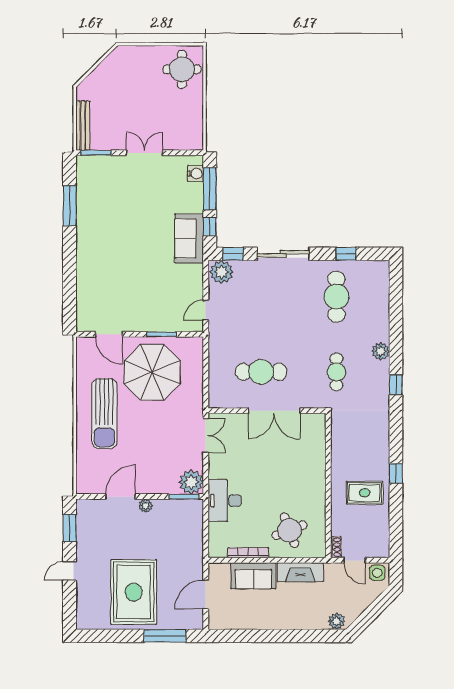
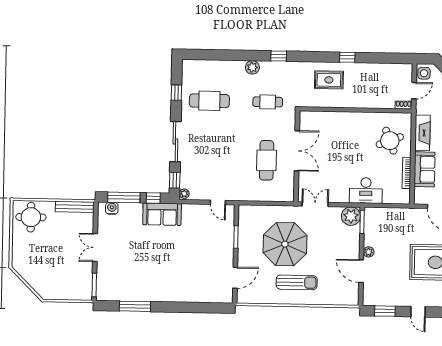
bench: (83, 126) -> (75, 207), moved
plant: (221, 272) -> (184, 194), width x0.53, depth x0.53
parasol: (152, 372) -> (285, 244), moved
sun lounger: (104, 414) -> (297, 282), width x0.73, depth x0.75
rug: (365, 493) -> (329, 80), moved, turned 90

